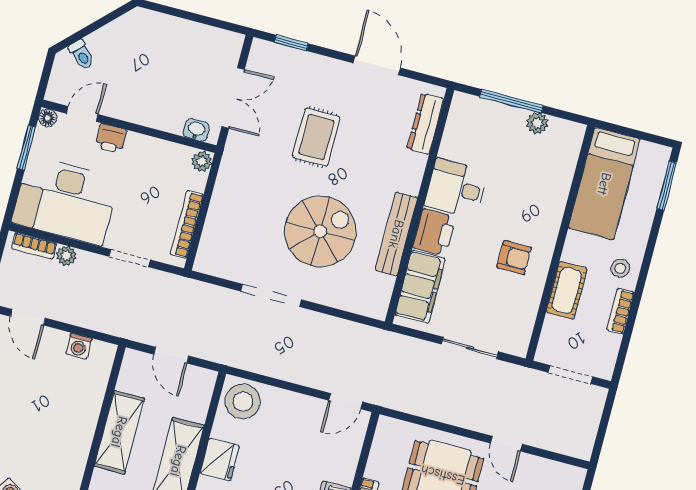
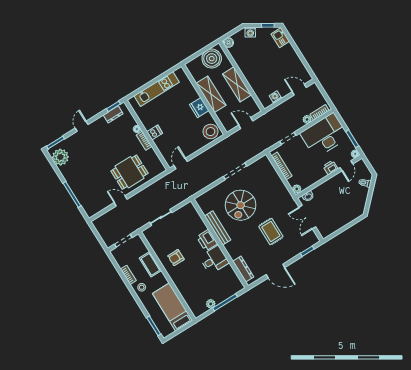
filing cabinet: (420, 287) -> (194, 220), removed

